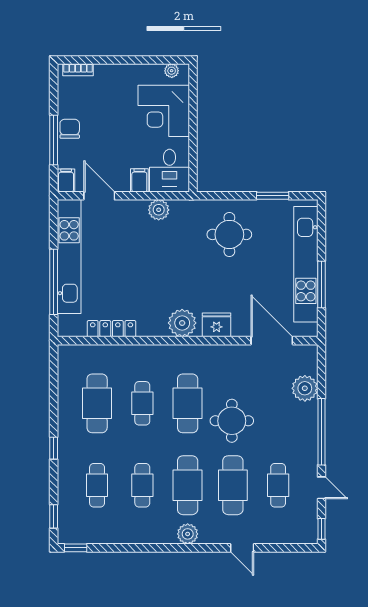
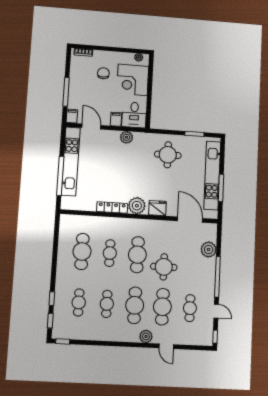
chair: (70, 129) -> (103, 73), moved
locker: (112, 329) -> (112, 208), moved
window: (54, 448) -> (52, 299), moved
plant: (188, 534) -> (146, 336), moved

